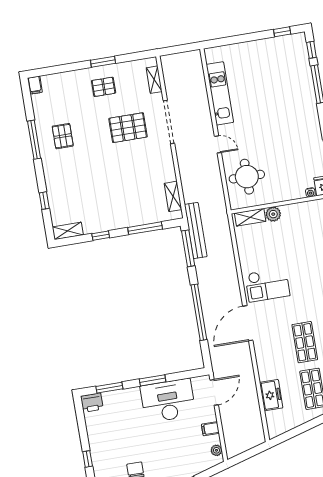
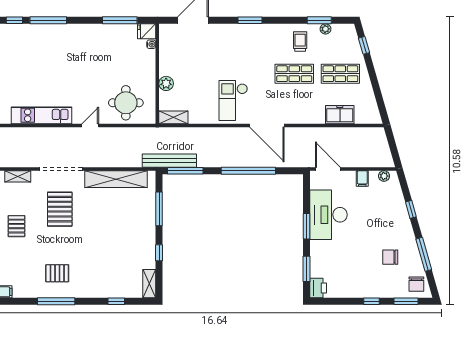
shelving: (173, 196) -> (116, 179), width x2.20, depth x1.33
shelving: (250, 217) -> (173, 117), moved, turned 90
checkout: (267, 285) -> (233, 100), turned 180

